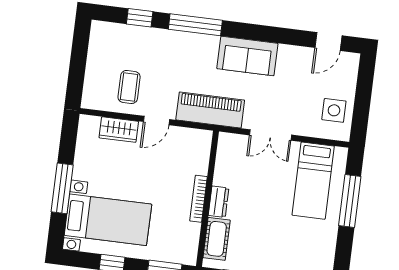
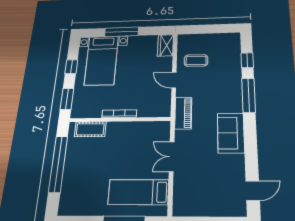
door: (328, 42) -> (253, 191), swing flipped
piano: (210, 110) -> (183, 113), width x0.73, depth x0.75
side table: (334, 110) -> (197, 201), removed
wardrobe: (119, 130) -> (166, 45), moved
dresser: (219, 202) -> (118, 127), removed

